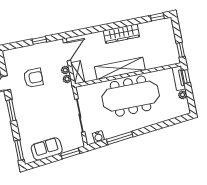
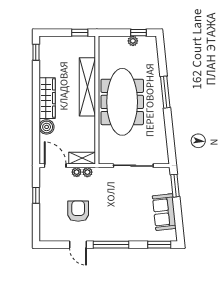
boiler: (97, 38) -> (47, 127), added
shelving: (120, 68) -> (87, 87), moved
window: (186, 76) -> (138, 33), moved
tv unit: (179, 78) -> (113, 41), removed
window: (11, 110) -> (111, 245), width x1.44
water cooler: (98, 137) -> (162, 149), removed
window: (120, 138) -> (165, 92), moved

